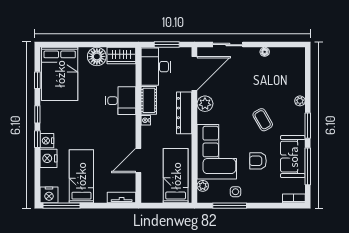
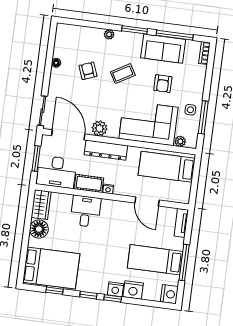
sliding door: (228, 45) -> (42, 111), moved
armchair: (261, 85) -> (88, 71), added
window: (62, 206) -> (184, 263), moved

